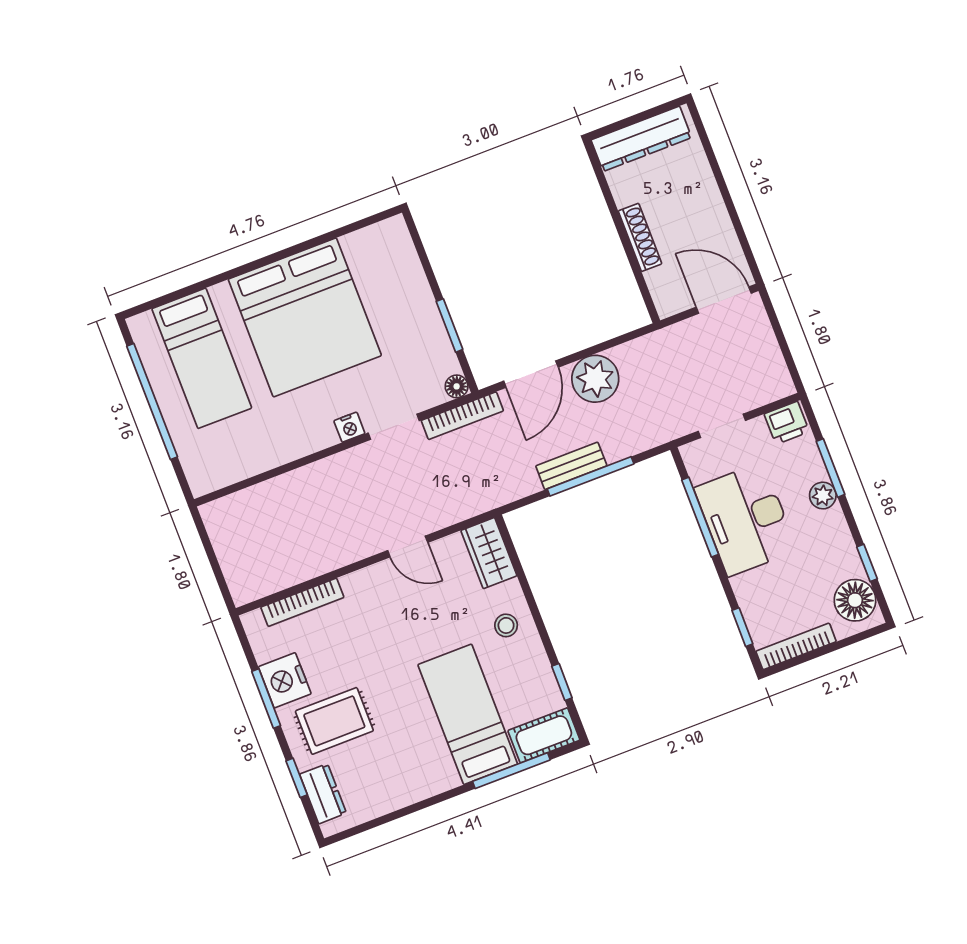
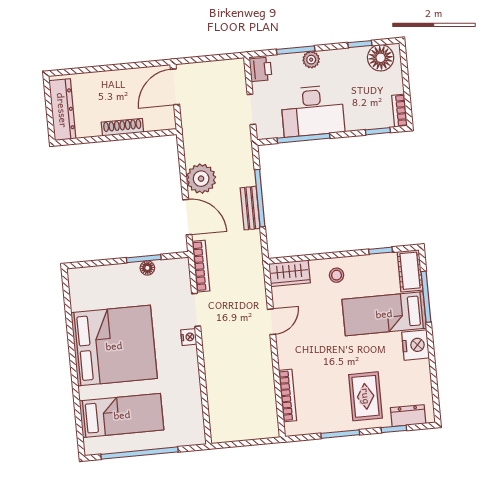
floor lamp: (457, 386) -> (147, 268), moved
bookcase: (796, 646) -> (400, 111), width x0.64
nightstand: (285, 680) -> (415, 345), moved, turned -90

